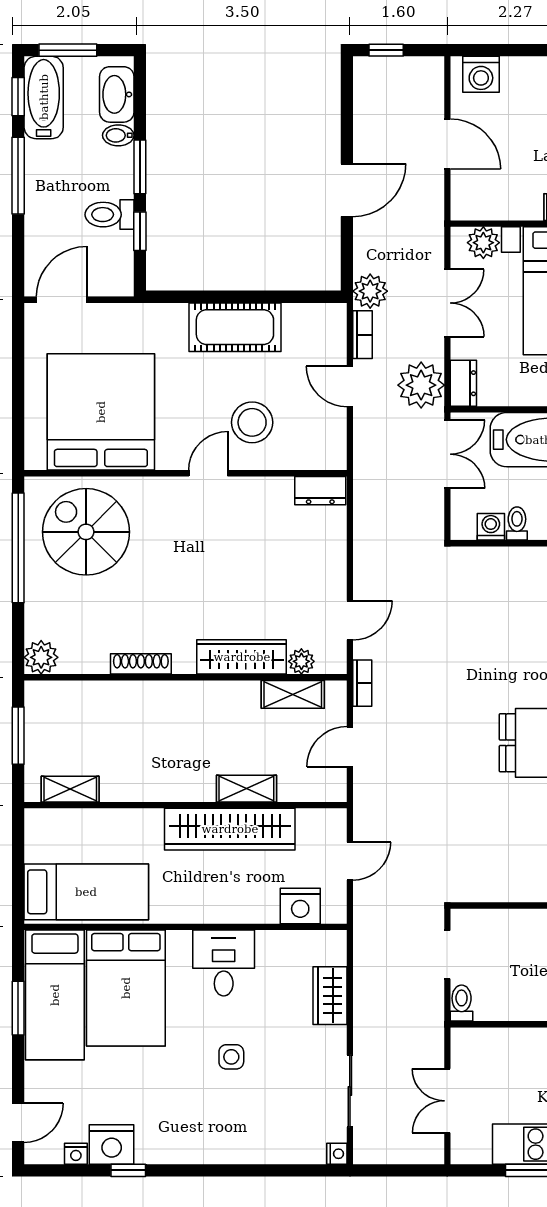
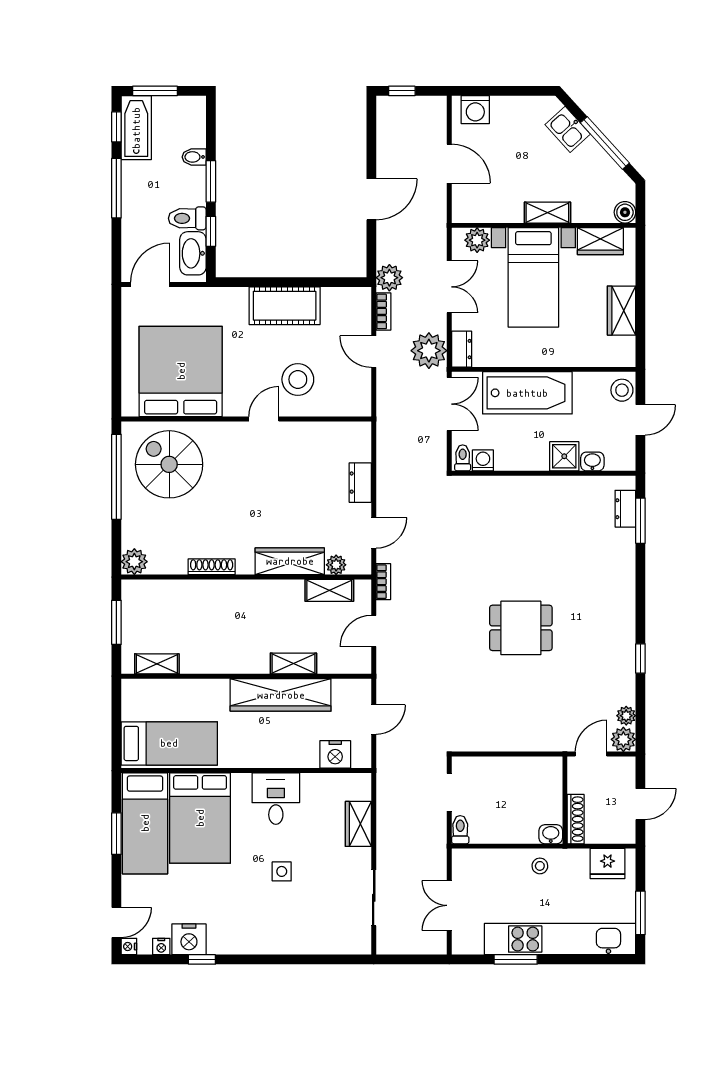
washbasin: (117, 94) -> (193, 253), moved
dresser: (320, 491) -> (360, 483), moved, turned 90
toilet: (517, 524) -> (463, 458), moved
nightstand: (337, 1154) -> (129, 947), moved, turned 180

